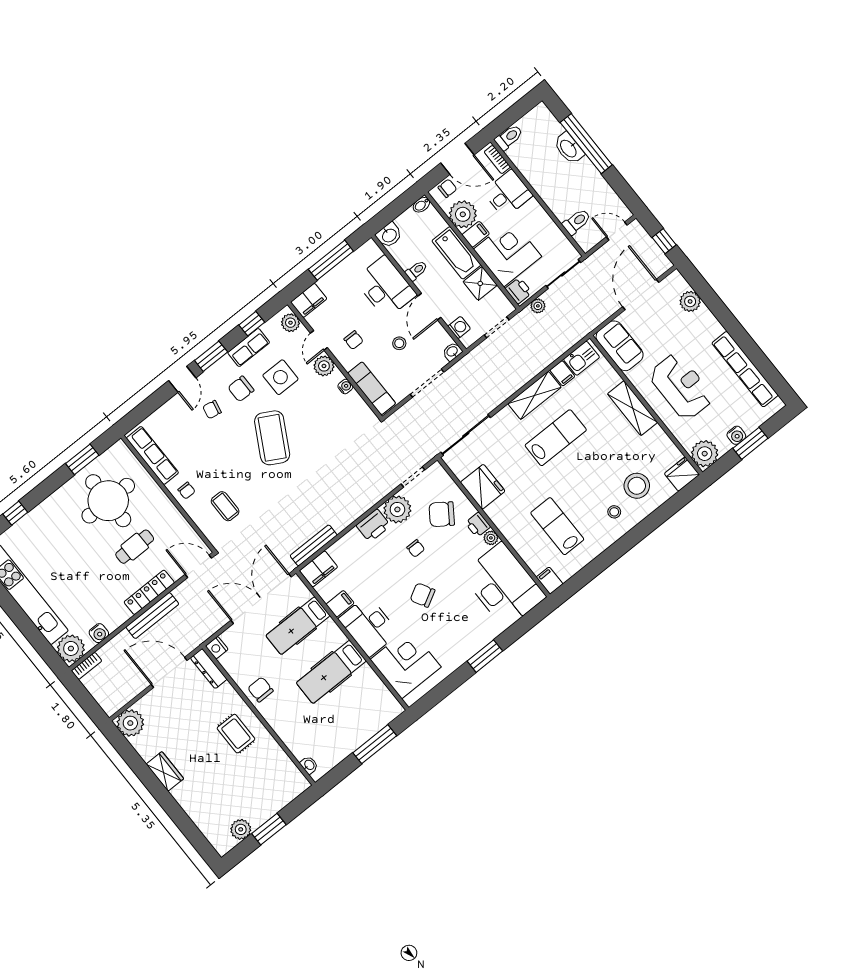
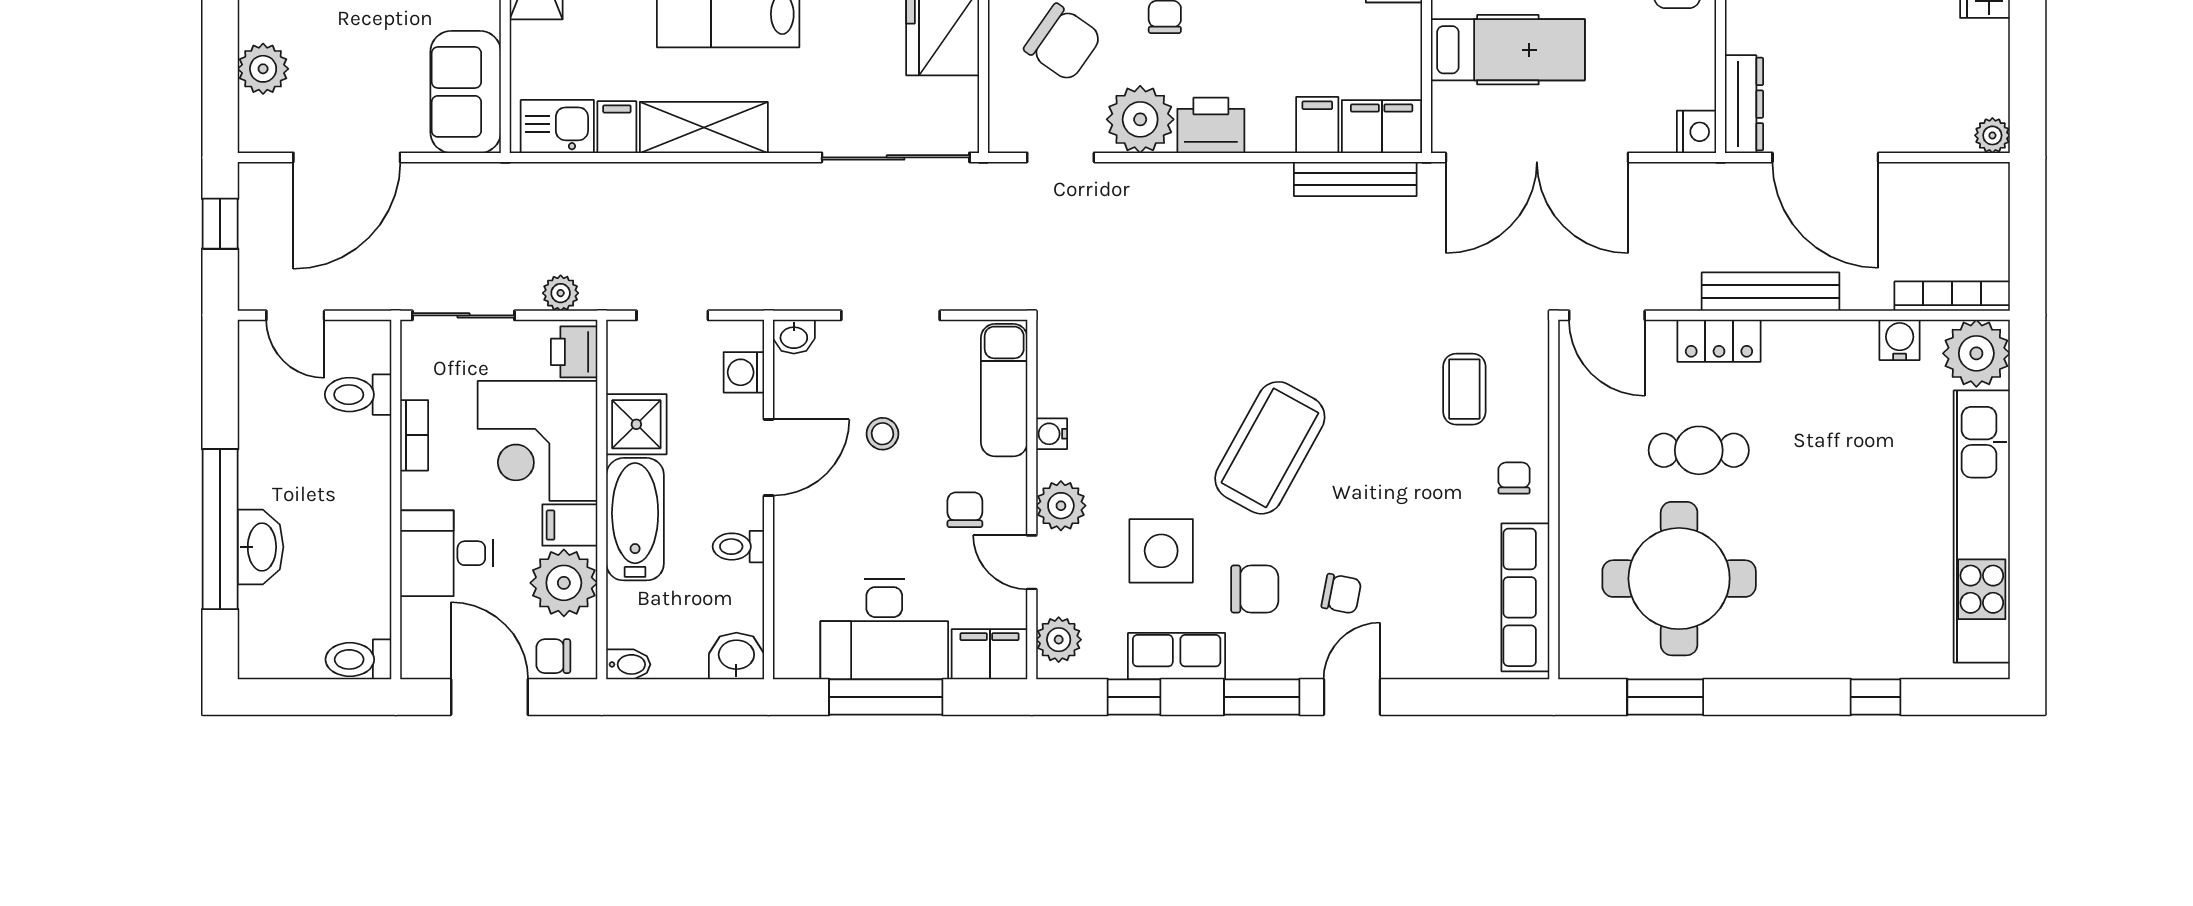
bookcase: (497, 159) -> (414, 435), moved
desk: (385, 287) -> (884, 629), moved, turned -90
door: (319, 340) -> (1032, 562), swing flipped
locker: (149, 592) -> (1719, 341), width x0.66
filing cabinet: (340, 604) -> (1317, 125), moved, turned 90
bookcase: (87, 666) -> (1952, 296), width x1.56
plant: (130, 723) -> (1992, 135), width x0.53, depth x0.53

